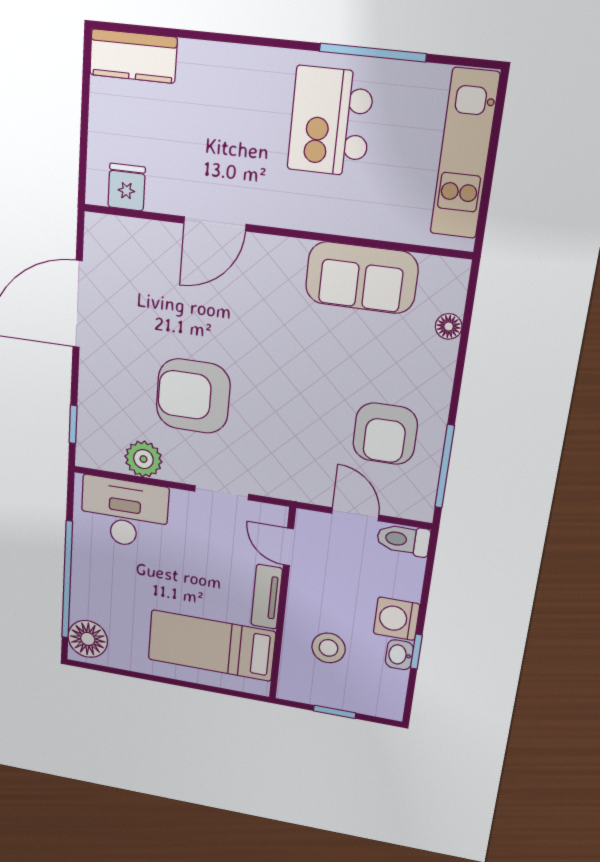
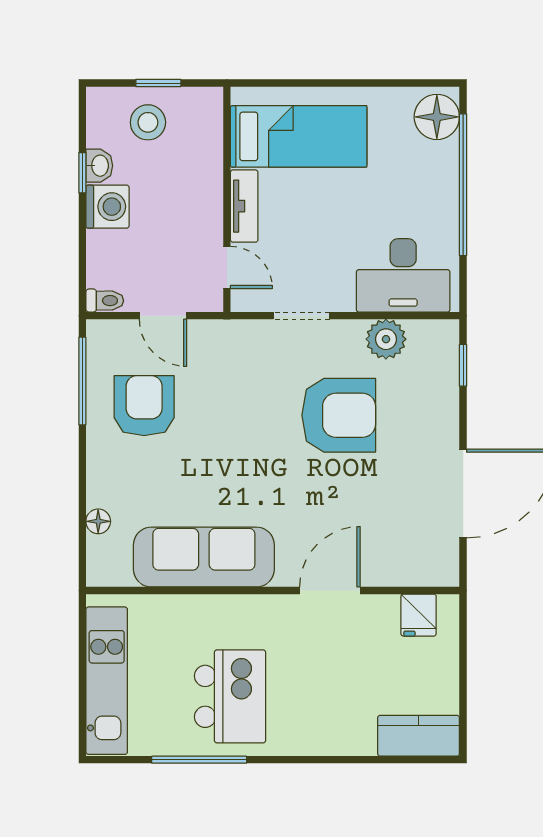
sofa: (361, 278) -> (204, 557), width x1.36
toilet: (403, 540) -> (105, 301), width x0.73, depth x0.72
stool: (328, 648) -> (148, 122), moved

